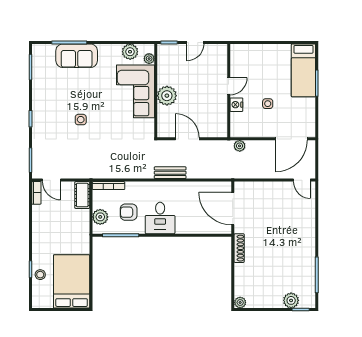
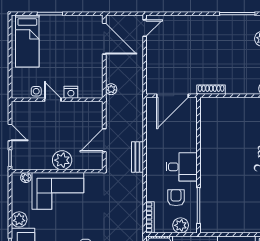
plant: (130, 52) -> (19, 219), moved
bed: (303, 70) -> (27, 41), moved, turned 90
side table: (268, 104) -> (36, 91), moved
armchair: (129, 212) -> (176, 198), turned 180

